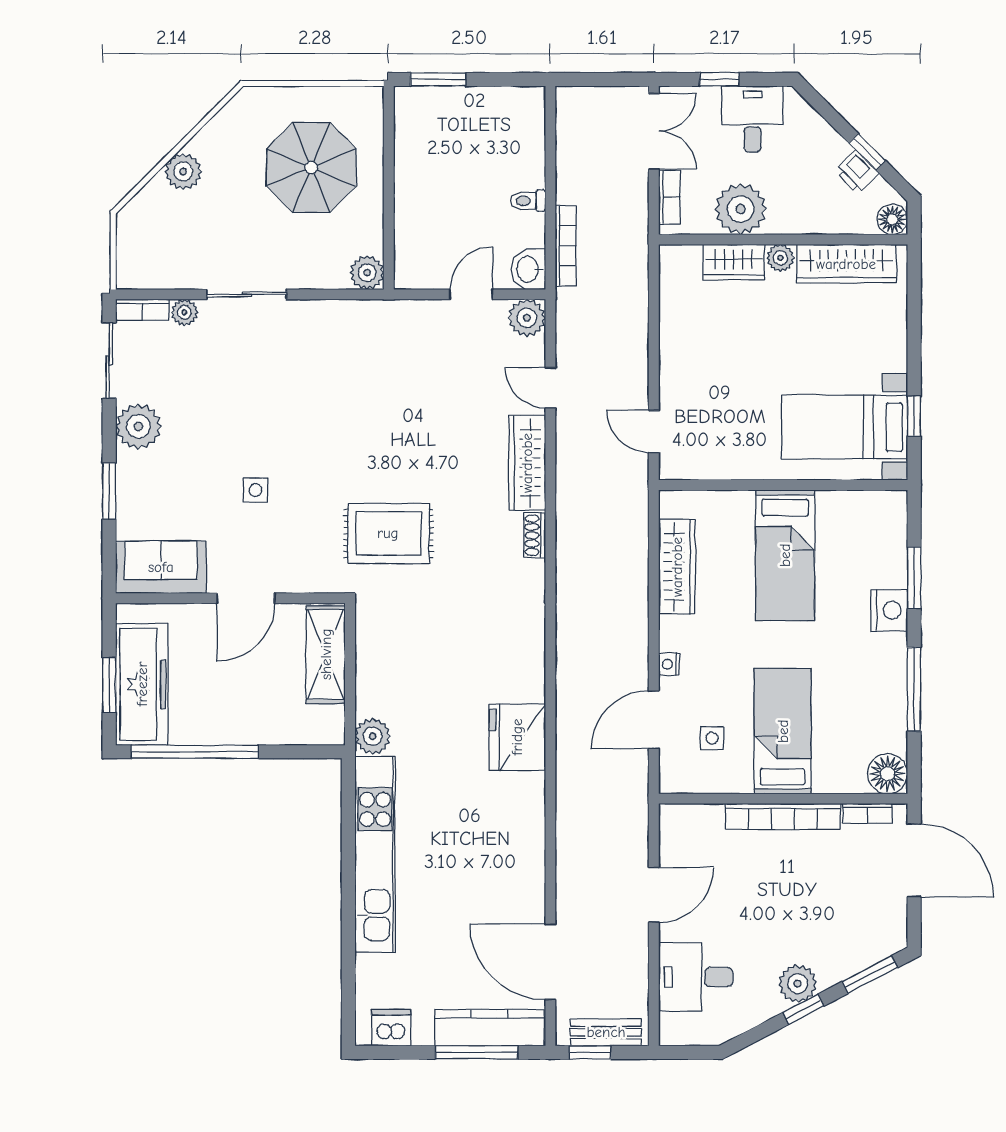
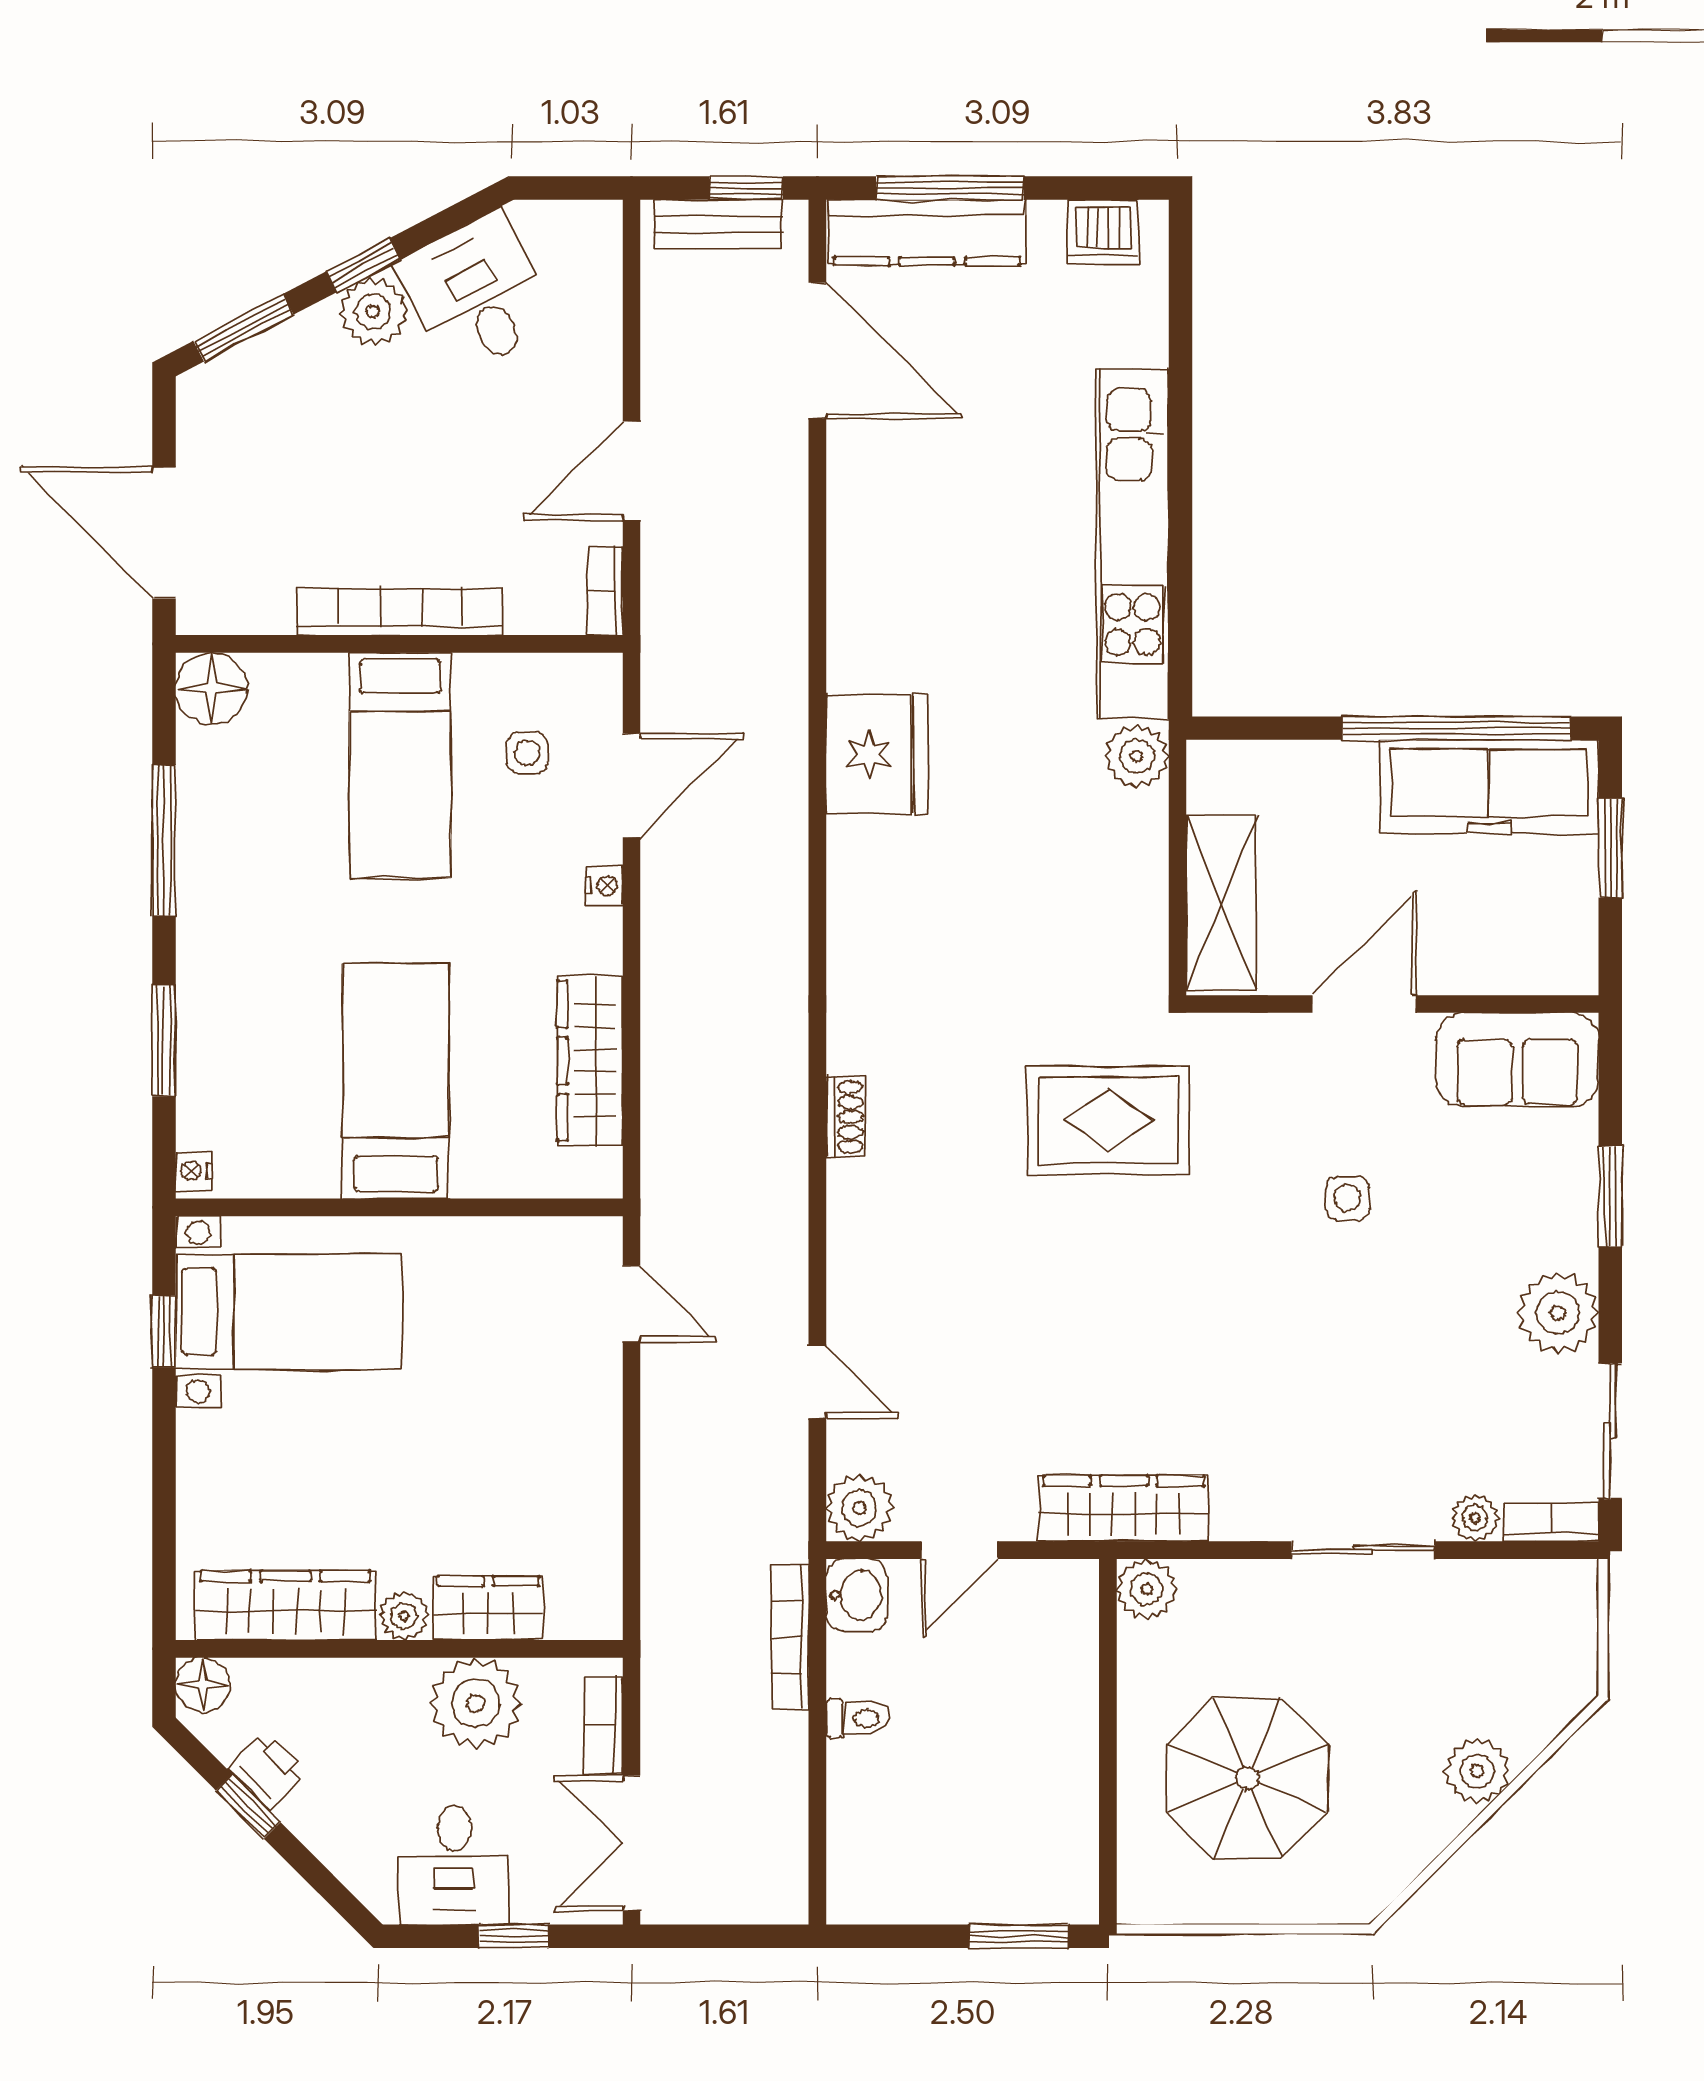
wardrobe: (527, 463) -> (1124, 1508), moved, turned -90
nightstand: (889, 610) -> (194, 1171), moved, width x0.53, depth x0.56
freezer: (142, 684) -> (1489, 787), moved, turned -90
bookcase: (867, 813) -> (605, 591), moved, turned -90
desk: (696, 977) -> (477, 294), moved, turned -118

